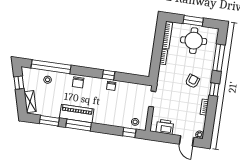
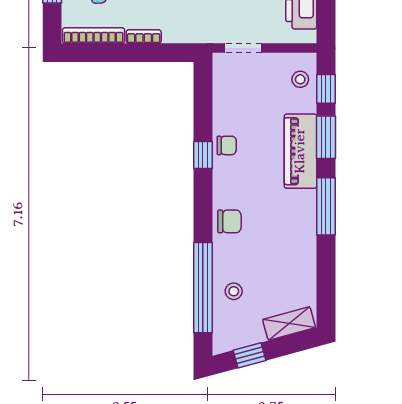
piano: (77, 113) -> (300, 151), moved
window: (49, 121) -> (326, 137), moved

